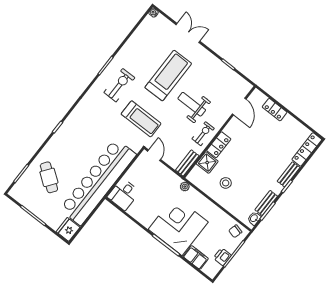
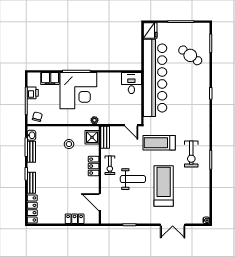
treadmill: (168, 76) -> (164, 186), turned 180
shower: (207, 163) -> (92, 137), moved

